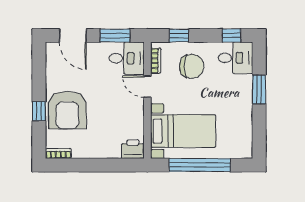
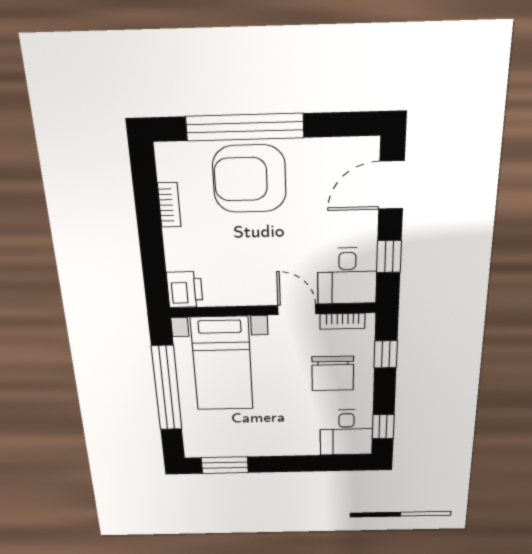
window: (115, 35) -> (389, 256), width x0.67
door: (147, 87) -> (297, 310), hinge flipped
window: (259, 89) -> (225, 465), moved
window: (39, 111) -> (245, 127), width x3.17
bookcase: (58, 153) -> (169, 205), moved

